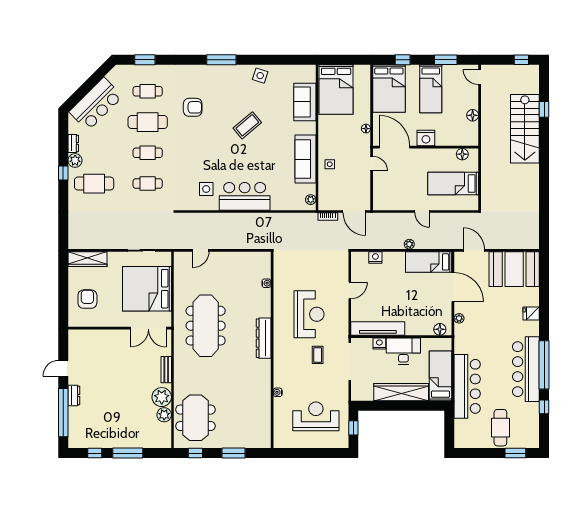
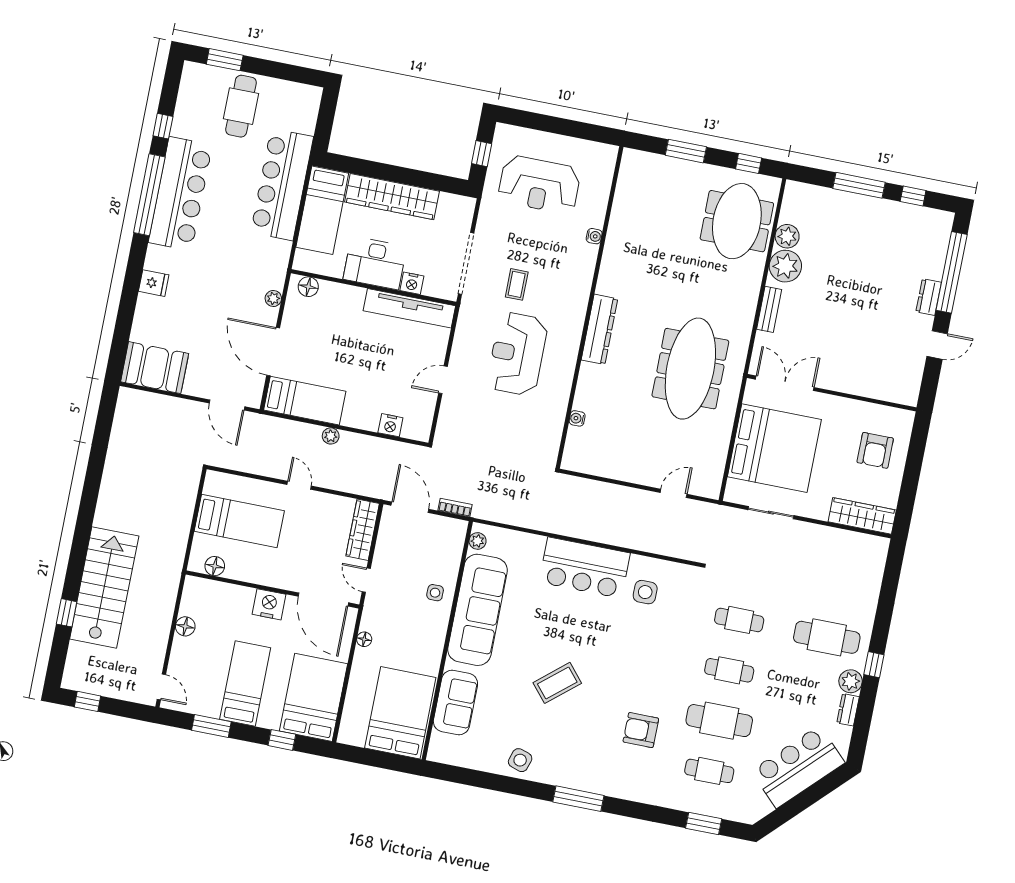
sofa: (305, 159) -> (478, 610), width x1.36, depth x1.27
wardrobe: (380, 193) -> (363, 530), added
booth: (514, 269) -> (155, 368), width x0.73, depth x0.70

